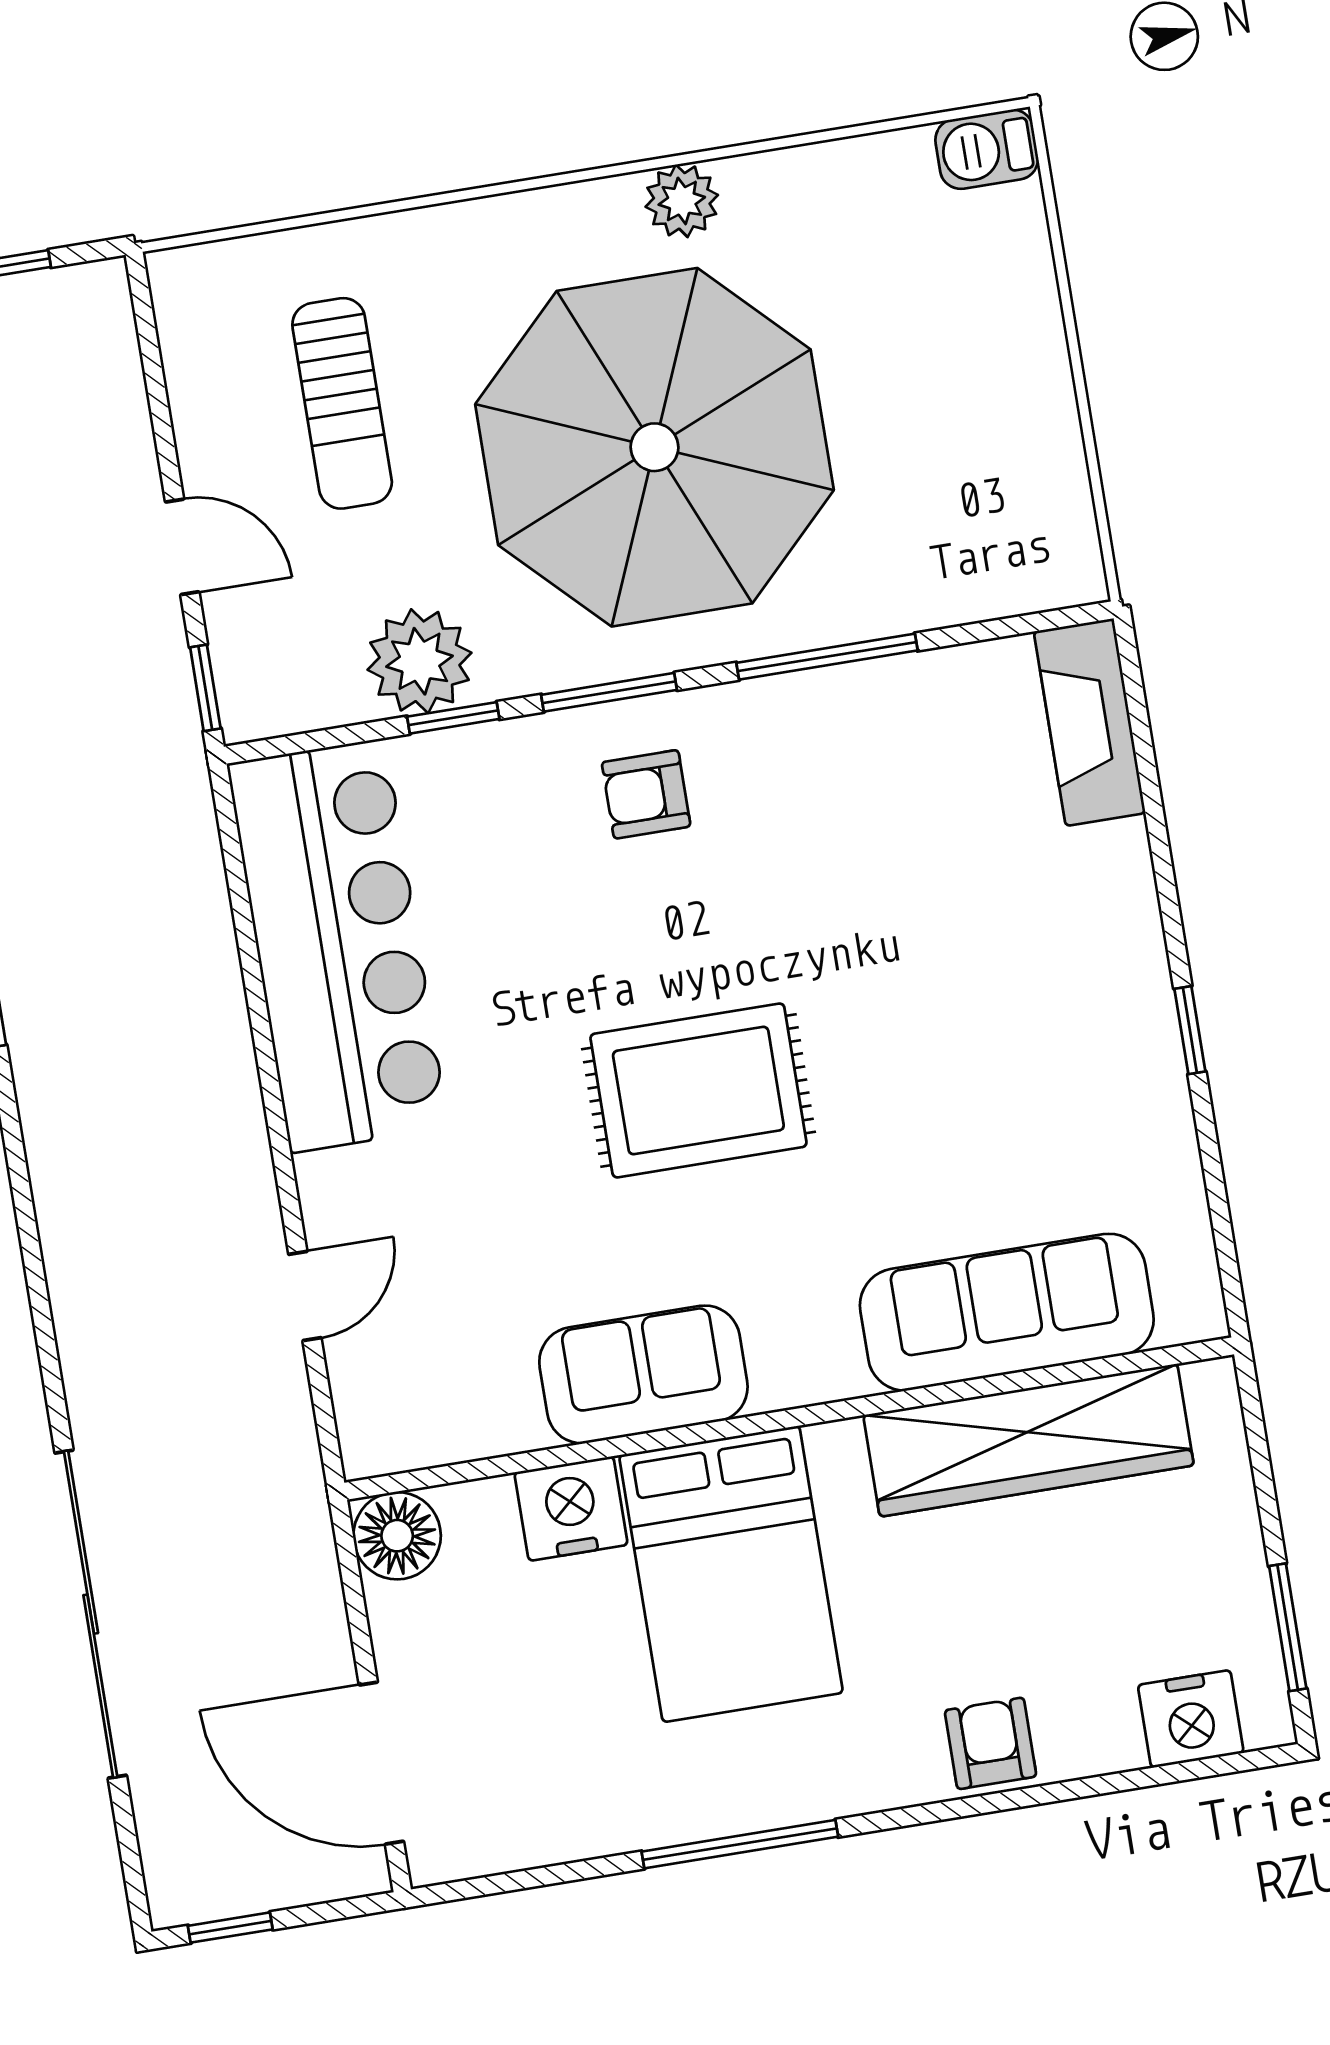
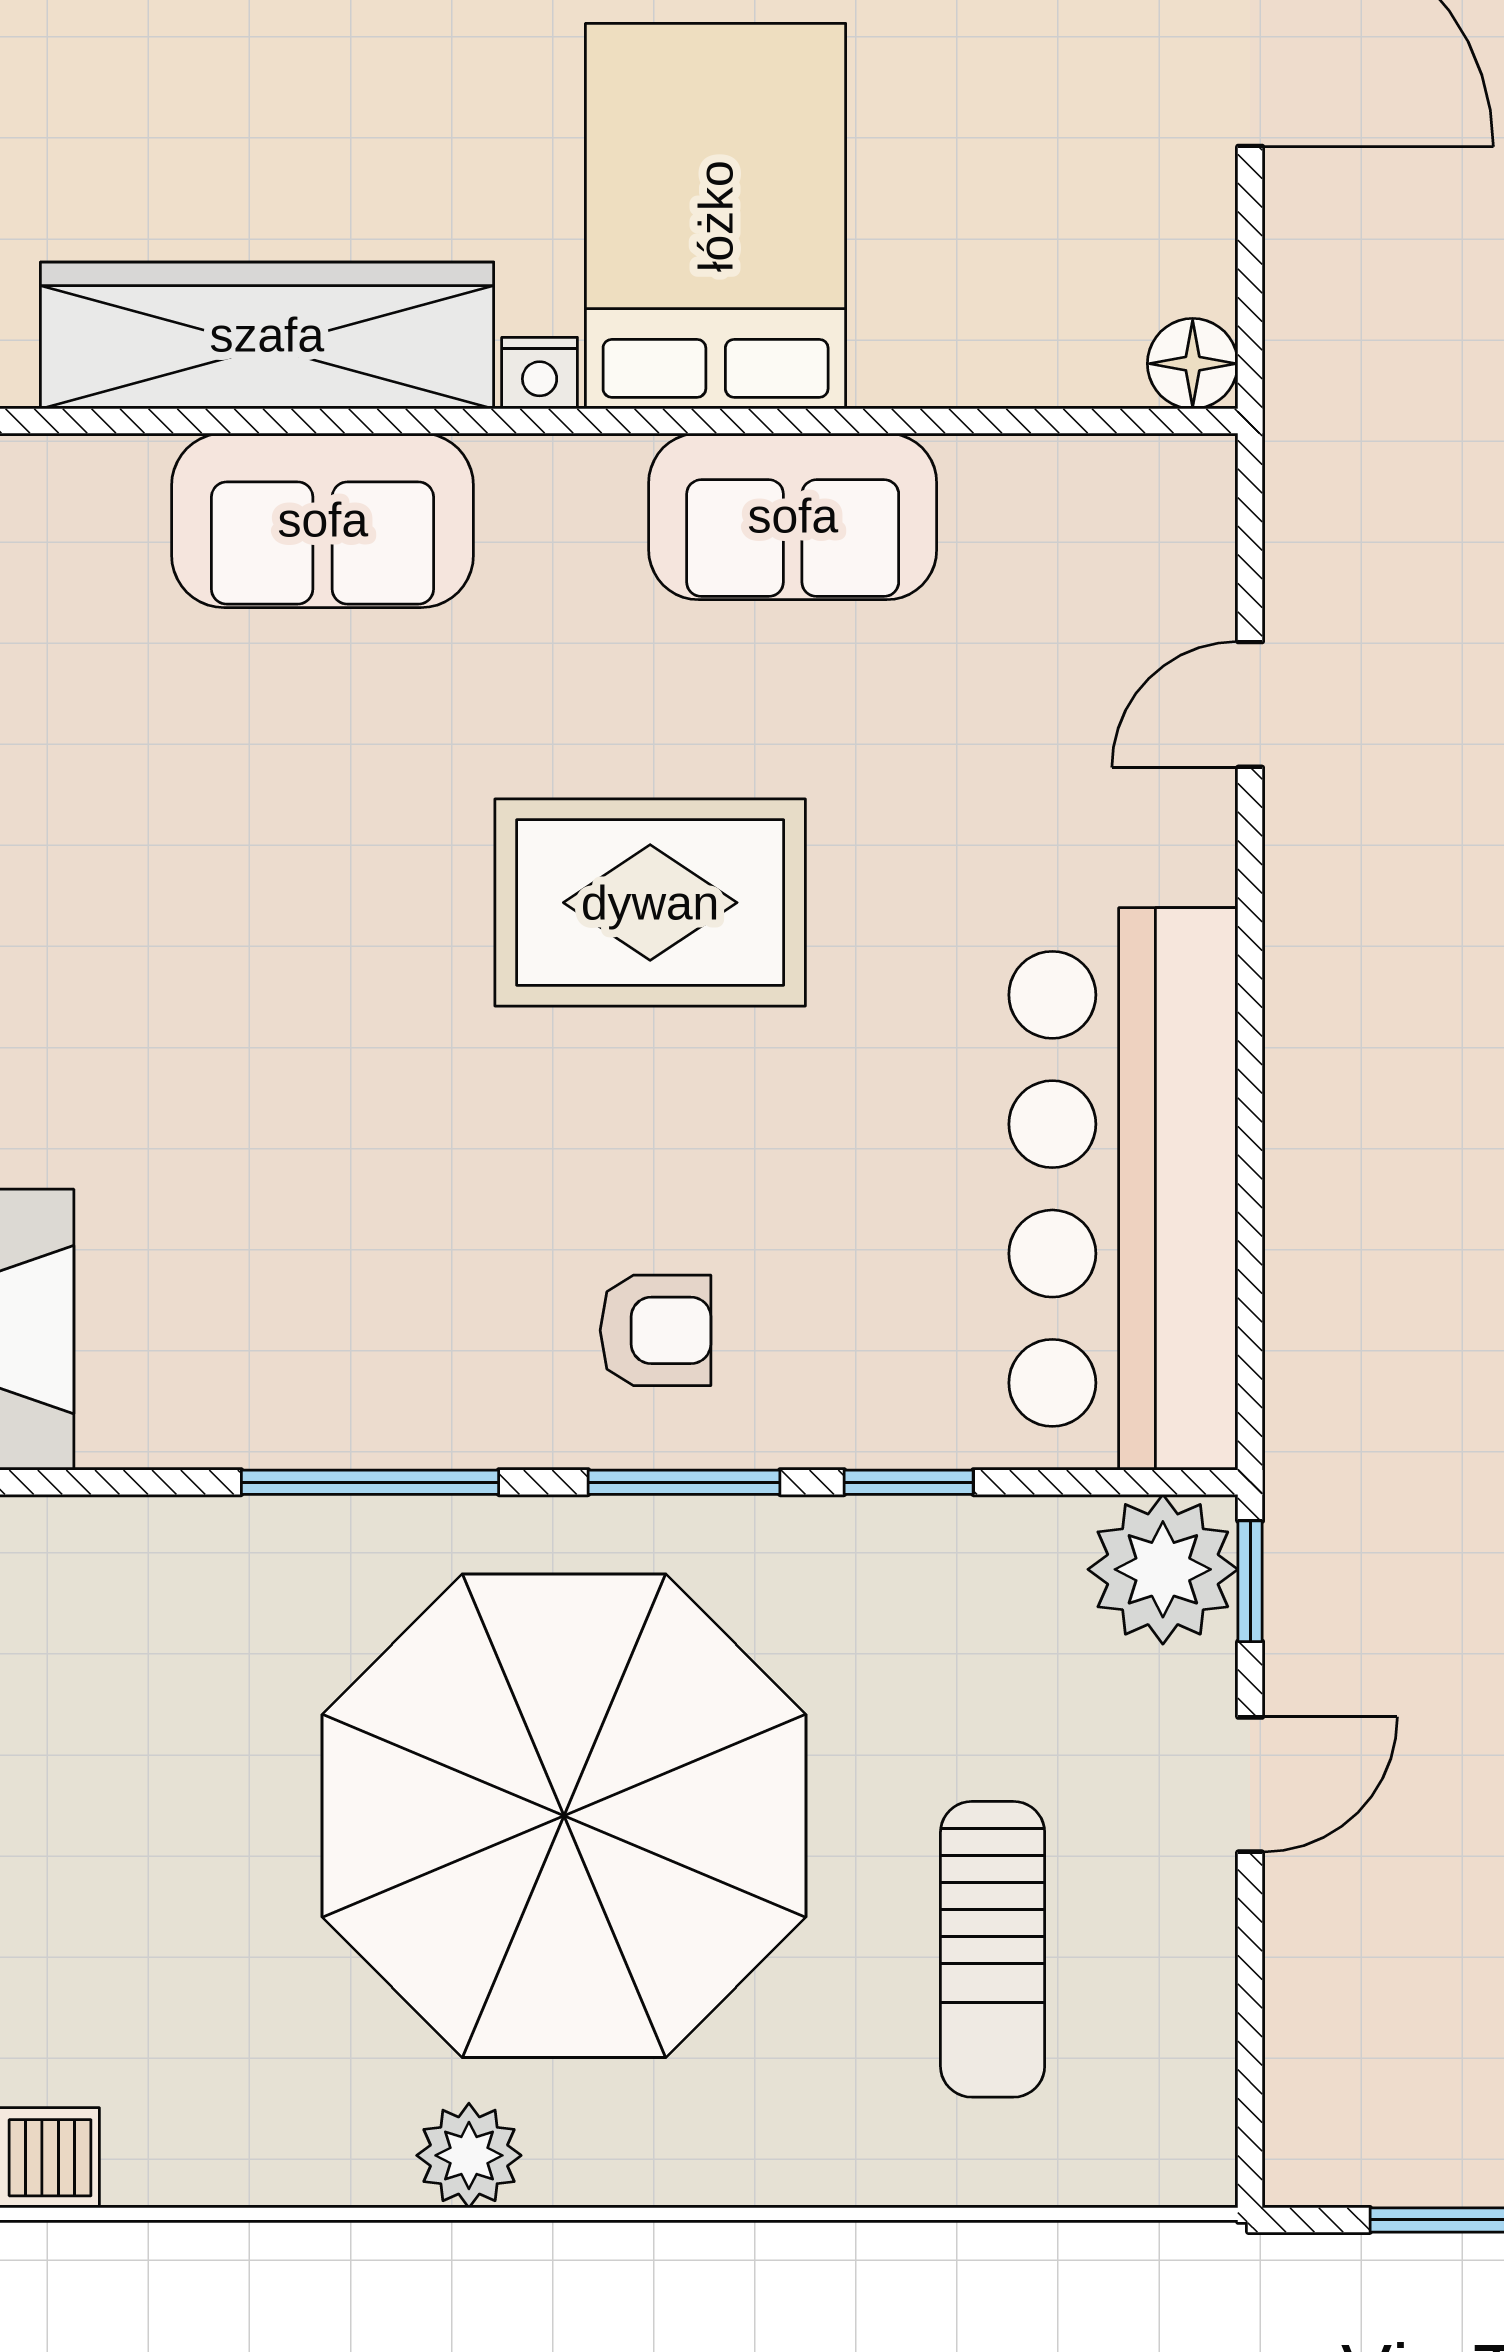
sun lounger: (342, 403) -> (993, 1949), turned 180
door: (182, 547) -> (1250, 1785), swing flipped
plant: (420, 661) -> (1163, 1569), moved
sofa: (1007, 1312) -> (323, 520), width x0.73
nightstand: (571, 1509) -> (540, 373), moved, width x0.53, depth x0.56
floor lamp: (397, 1536) -> (1193, 364), width x0.73, depth x0.73

